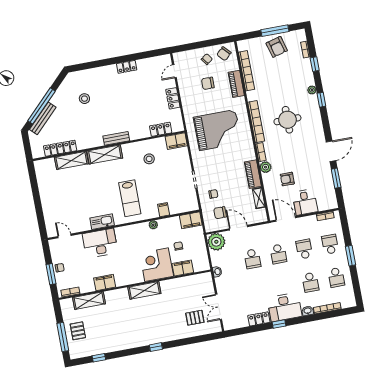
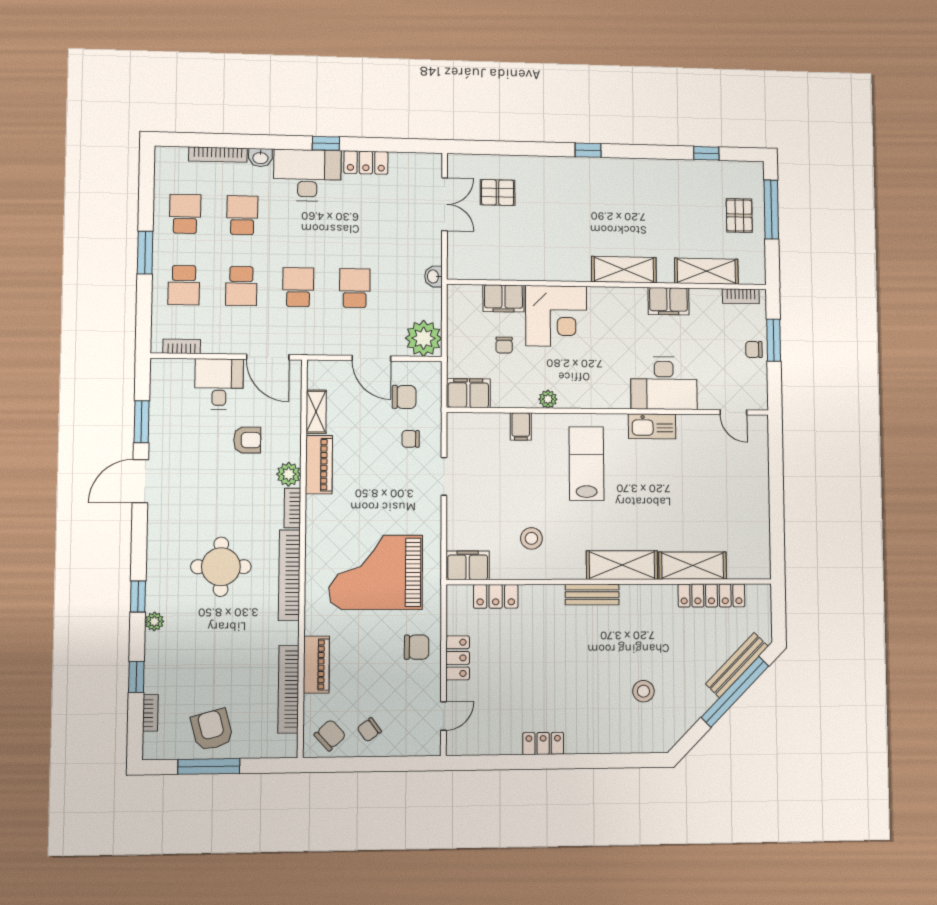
chair: (208, 83) -> (417, 647), moved
shelving: (144, 290) -> (624, 270), moved

